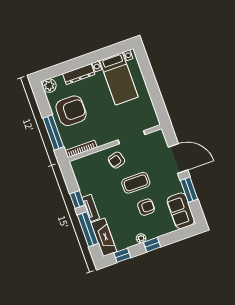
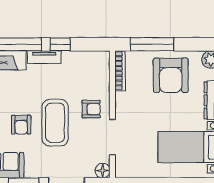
floor lamp: (158, 136) -> (103, 171), added
armchair: (116, 160) -> (91, 109), turned 106
coffee table: (136, 183) -> (55, 123), width x1.36, depth x1.32

